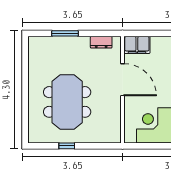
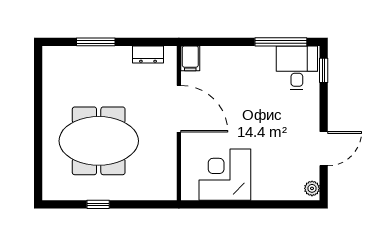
filing cabinet: (137, 45) -> (190, 58), width x0.50
meeting table: (67, 102) -> (99, 141), turned 90

